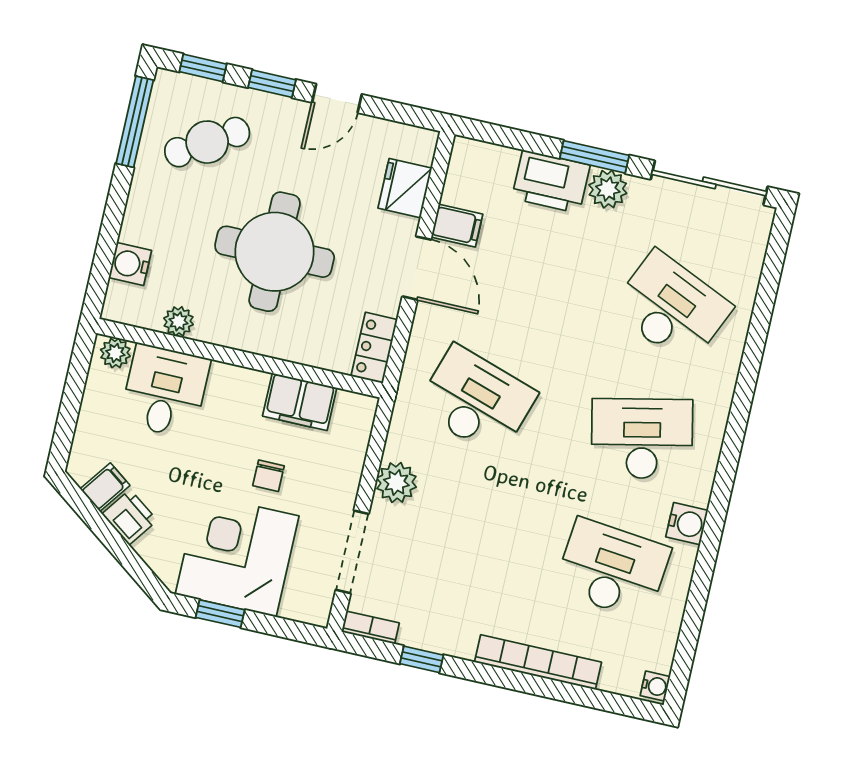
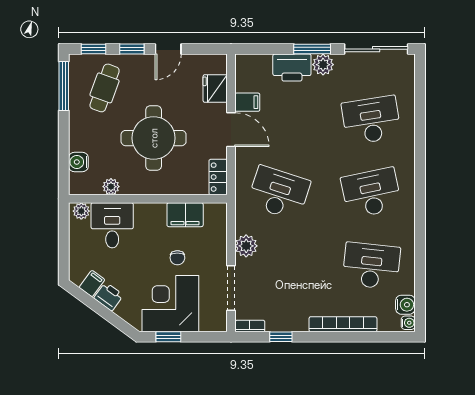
cafe table: (207, 142) -> (105, 88), turned -38
desk: (672, 308) -> (371, 120), turned -33
water cooler: (687, 524) -> (405, 305), moved

